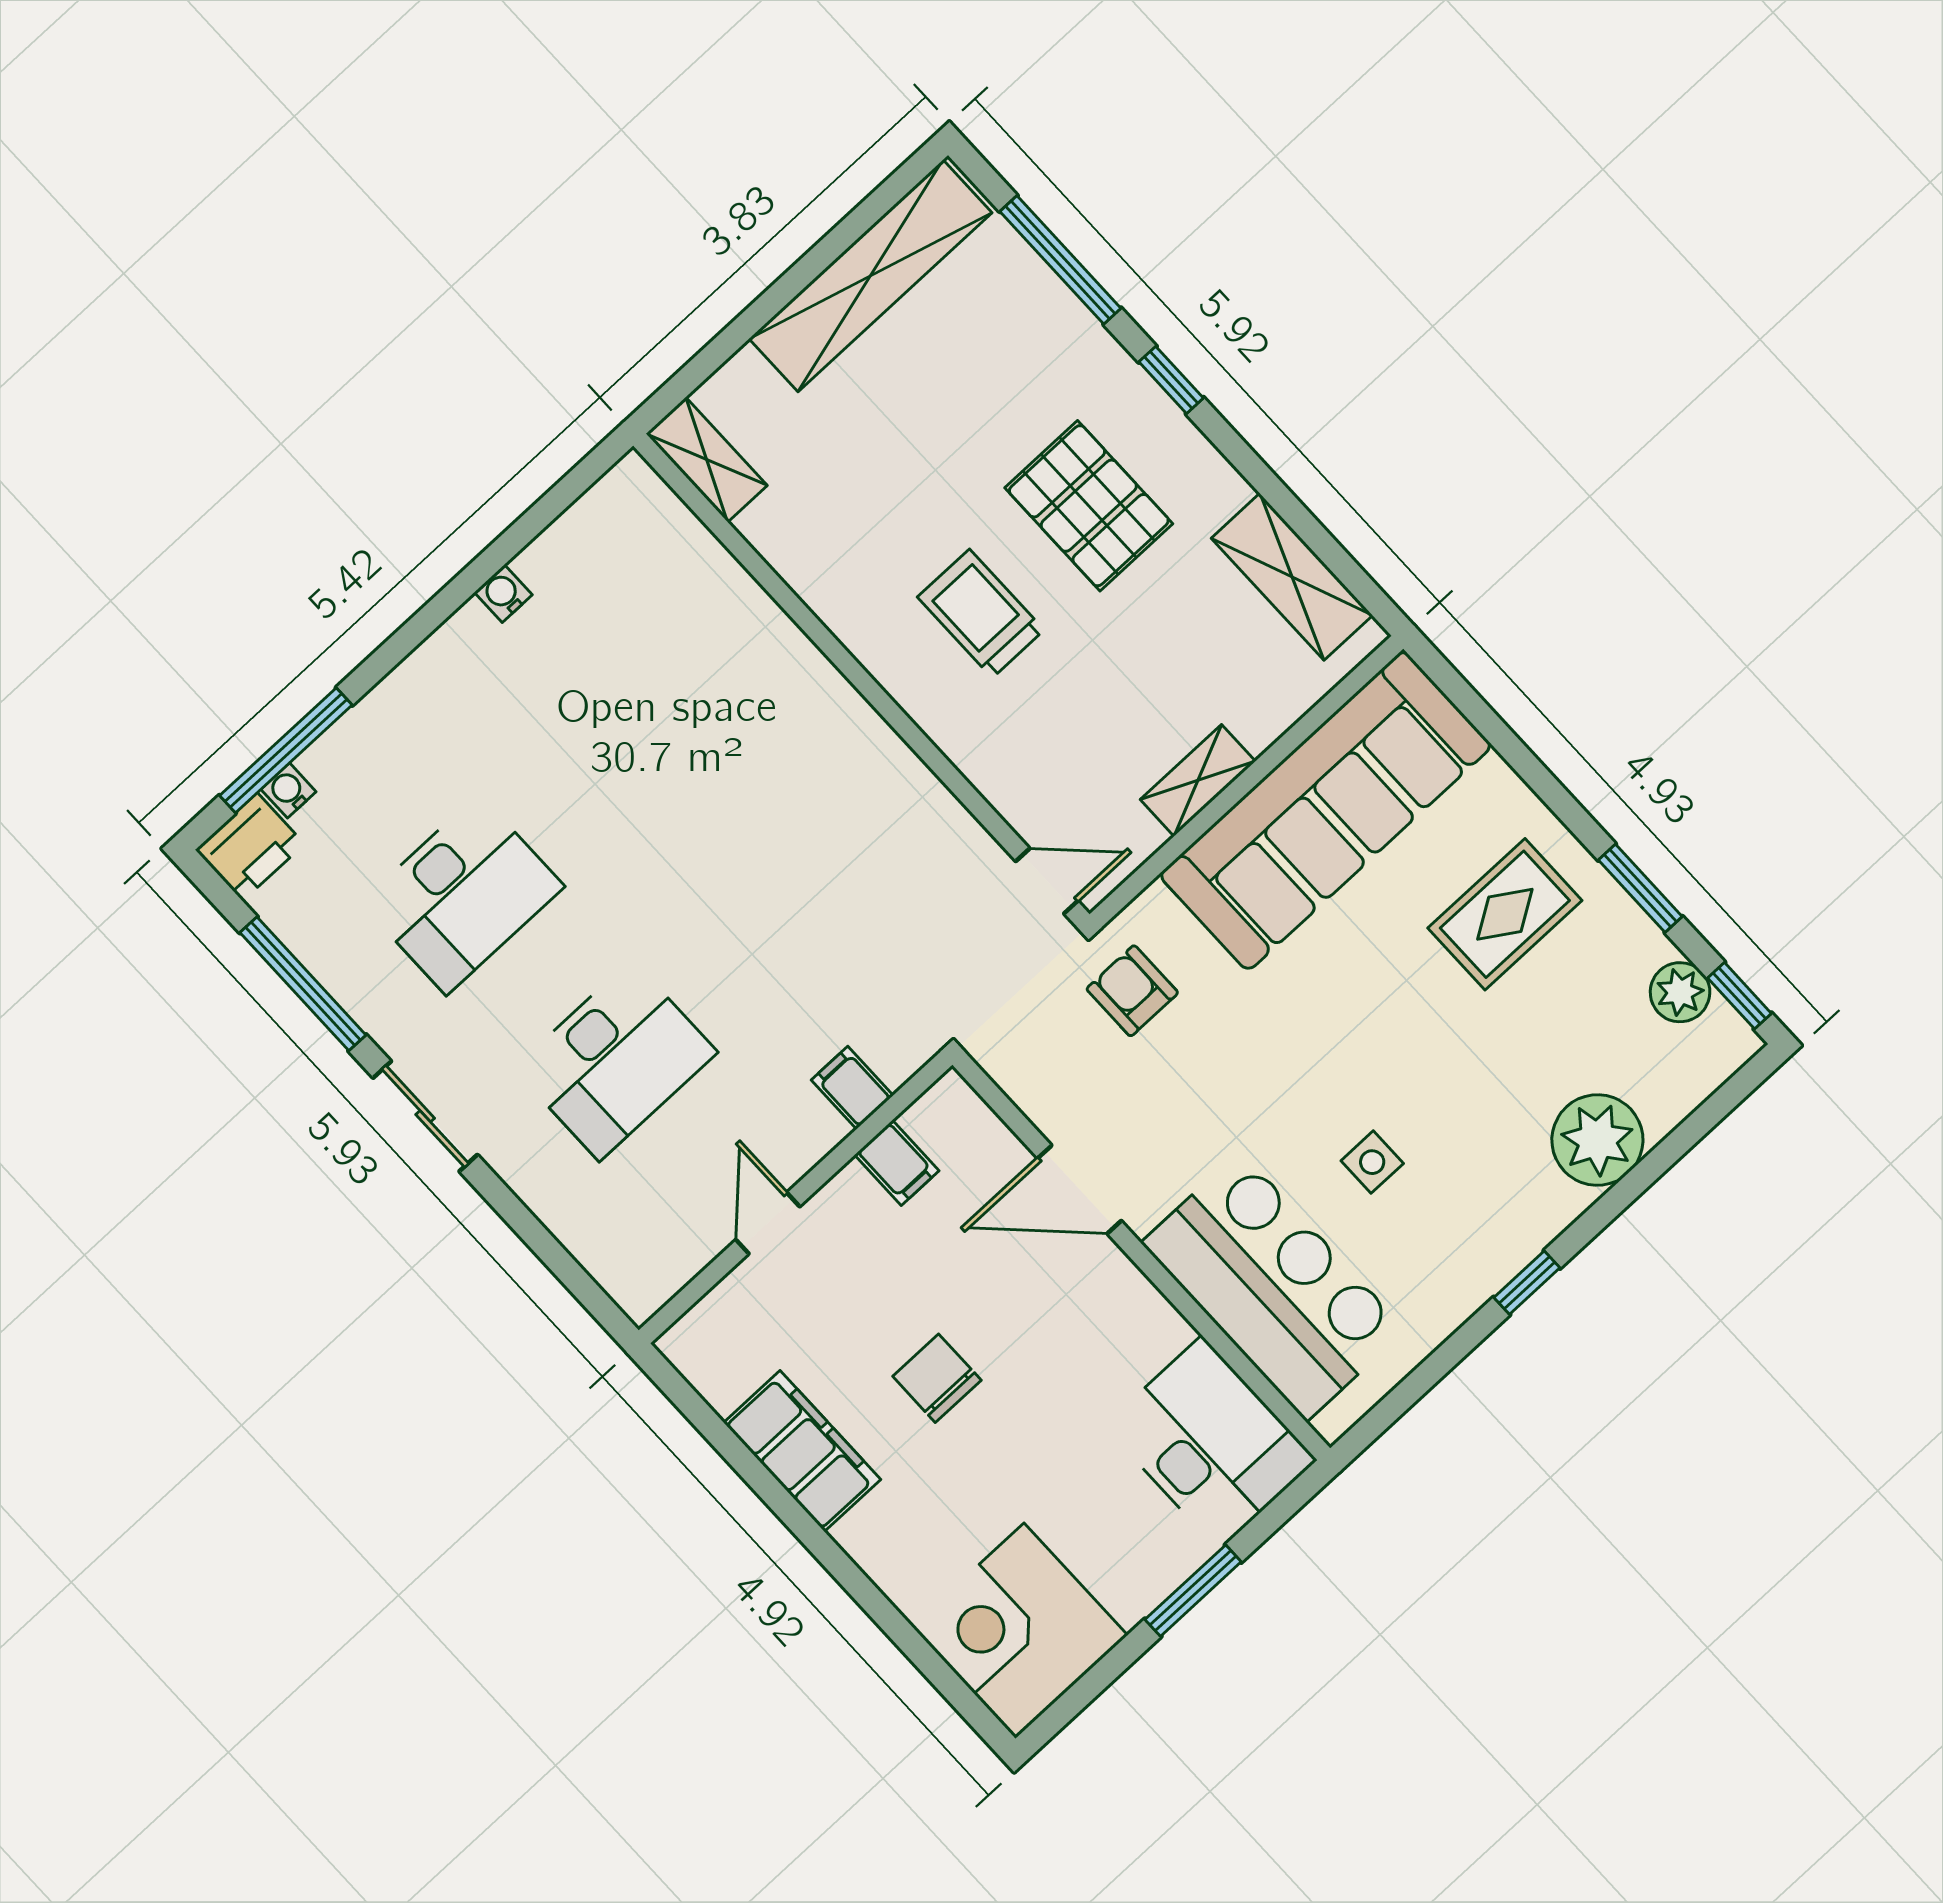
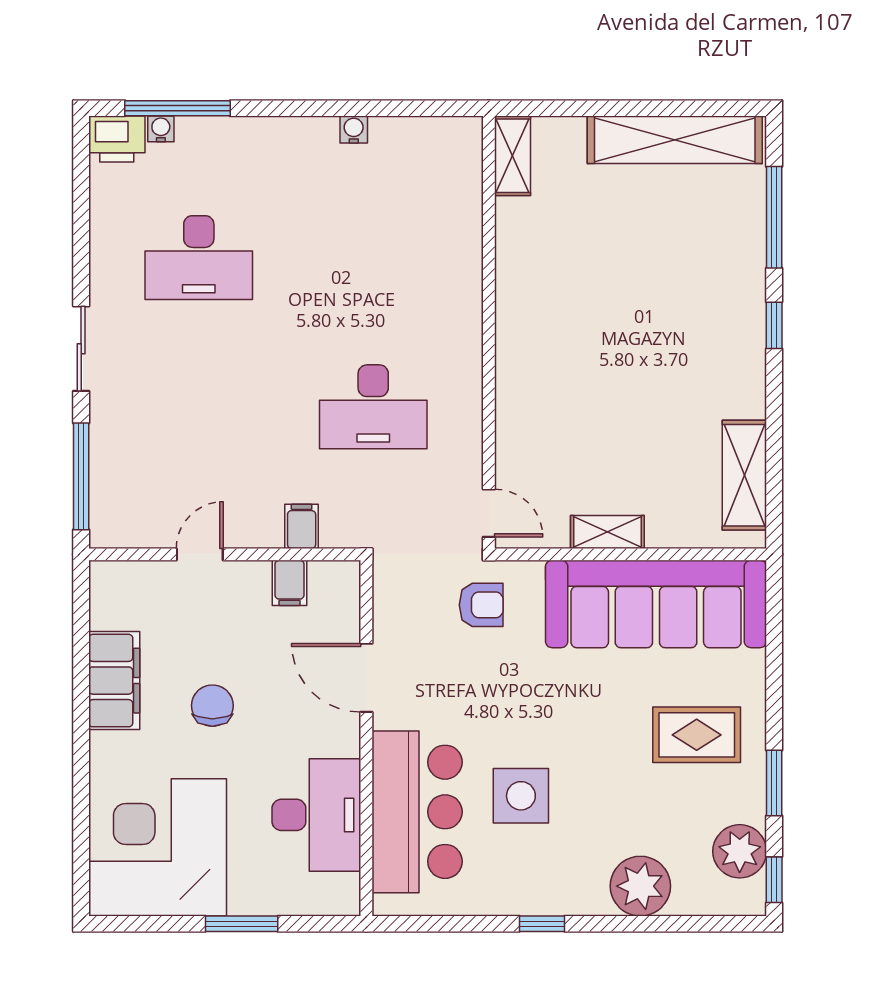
pallet: (1089, 506) -> (678, 350), removed
trolley: (981, 614) -> (577, 354), removed
window: (303, 984) -> (81, 476), moved
armchair: (1132, 991) -> (481, 605), turned 90
plant: (1680, 992) -> (740, 851), width x1.36, depth x1.36
desk: (616, 1060) -> (373, 407), moved
side table: (1372, 1162) -> (521, 796), width x1.87, depth x1.87
desk: (1211, 1443) -> (316, 815), moved
corner desk: (1020, 1631) -> (158, 847), width x1.36, depth x1.36

